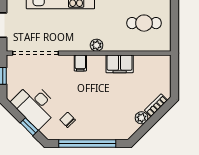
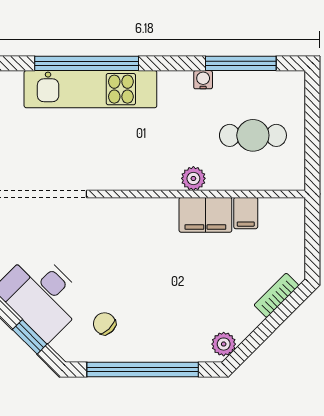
plant: (97, 45) -> (193, 178), moved
filing cabinet: (80, 63) -> (246, 213), moved
plant: (141, 118) -> (224, 344), moved

